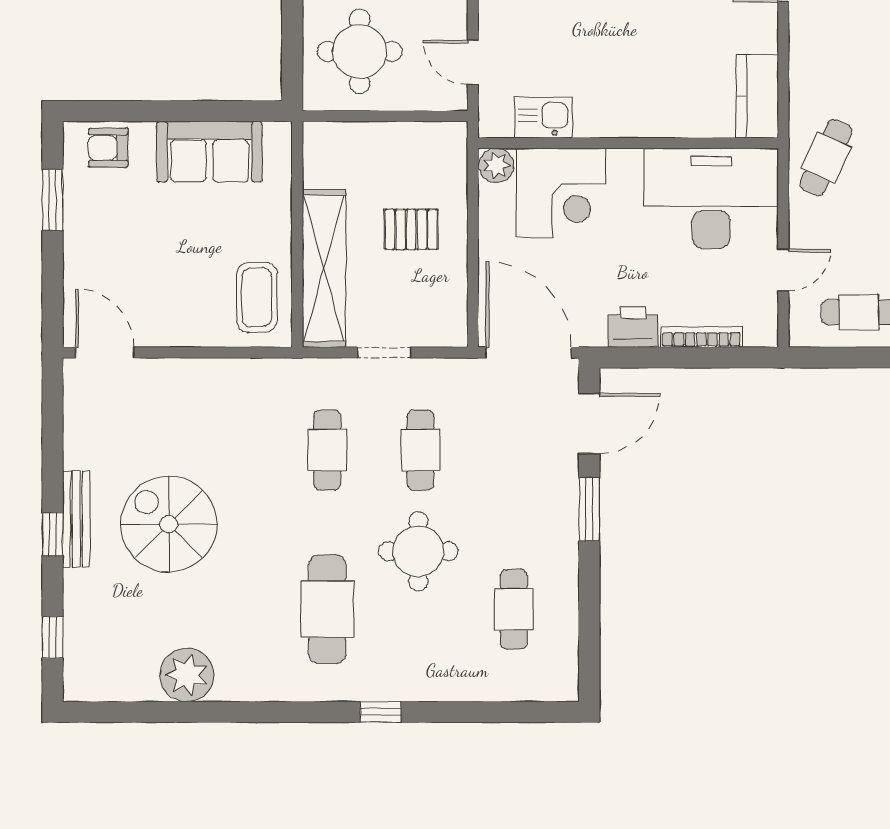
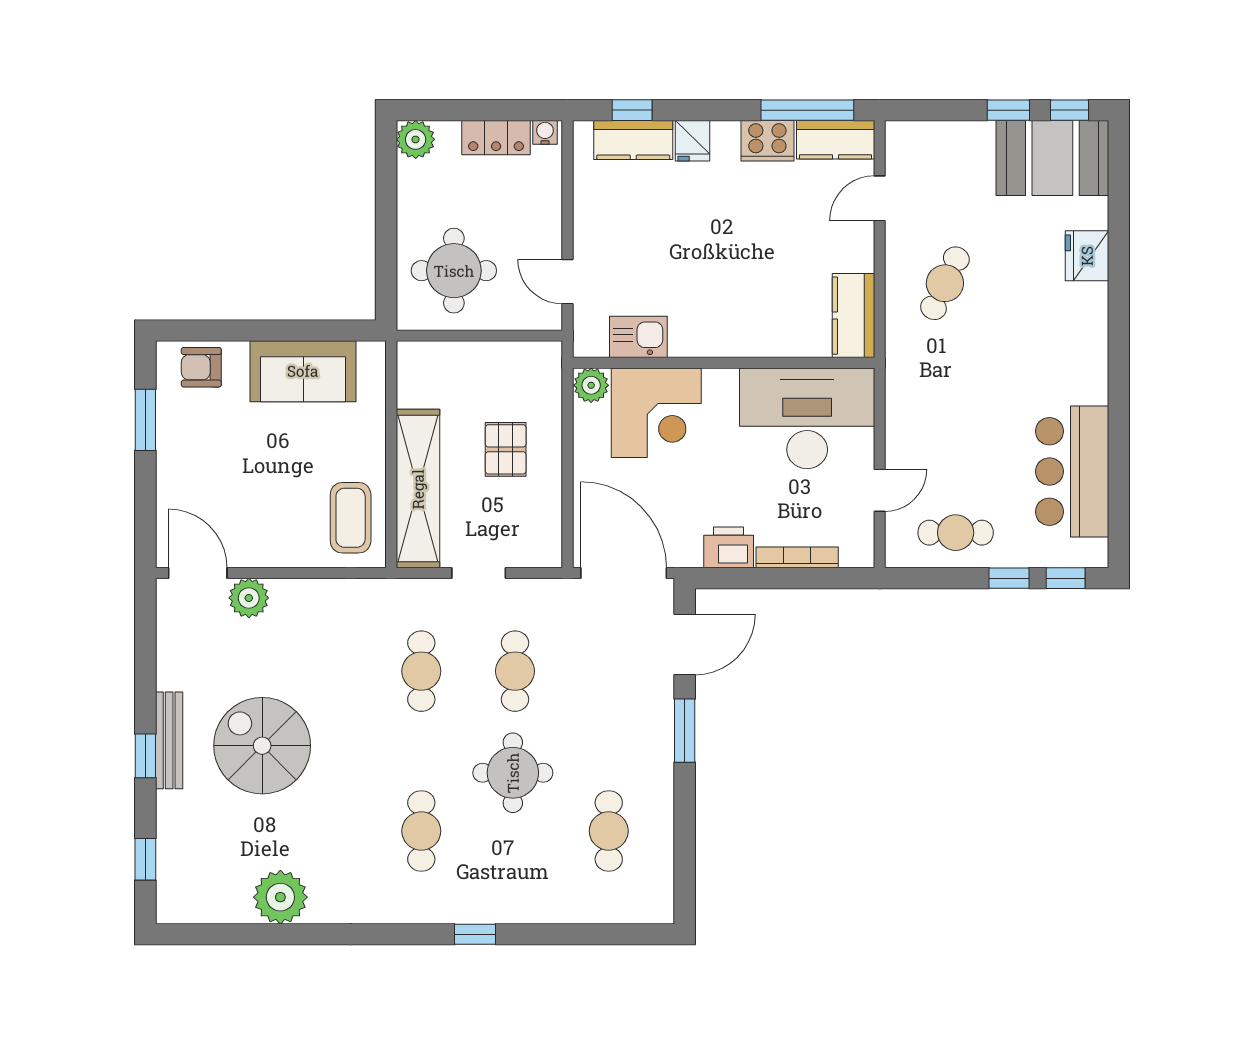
cafe table: (826, 158) -> (945, 283), moved
pallet: (411, 229) -> (506, 449), turned 90
plant: (156, 377) -> (249, 598), added
cafe table: (327, 609) -> (421, 831), width x0.73, depth x0.74

